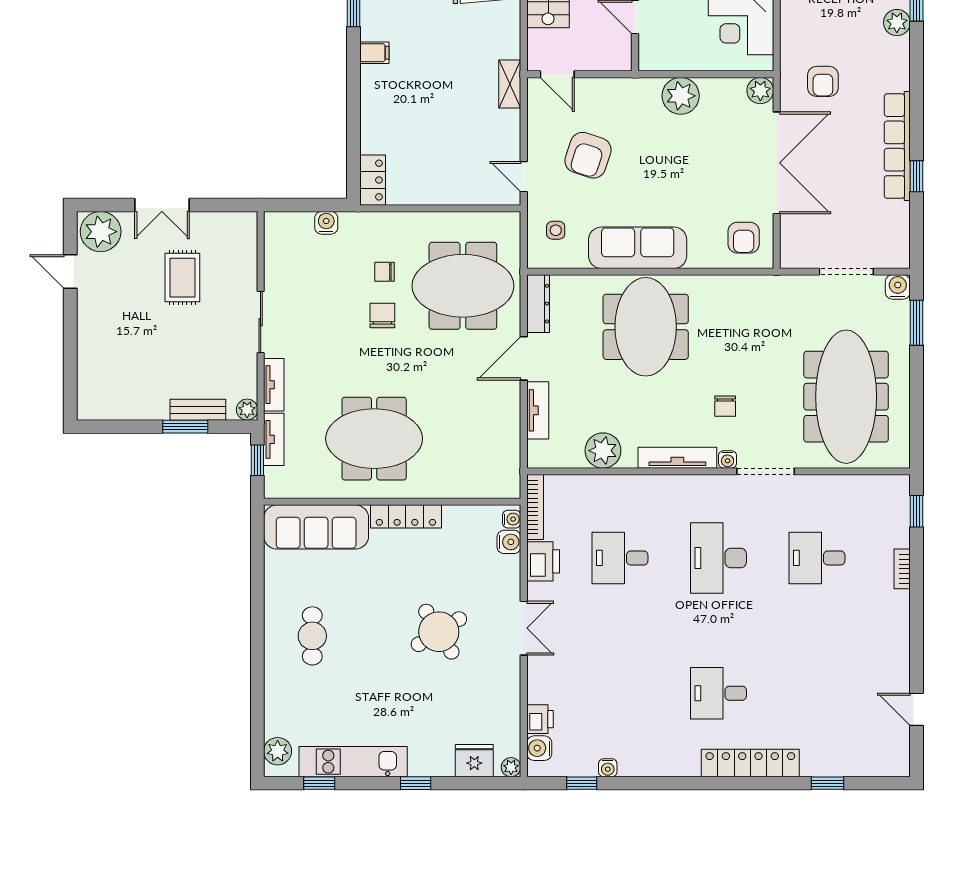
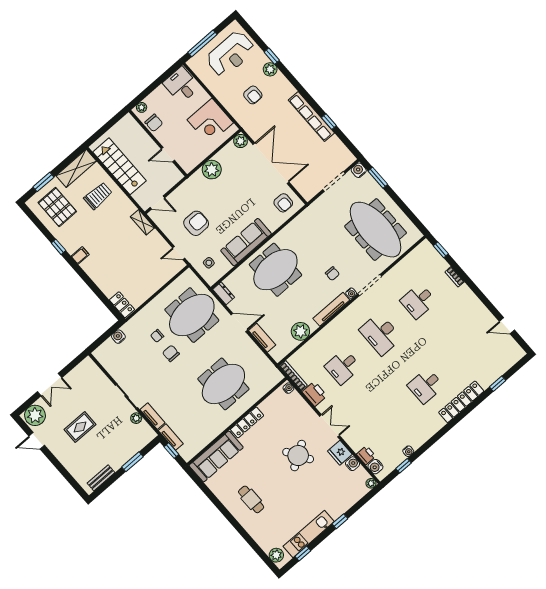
armchair: (823, 81) -> (253, 95), moved
armchair: (588, 155) -> (196, 223), turned -108
rug: (182, 278) -> (80, 427), moved, turned 90
dresser: (538, 304) -> (224, 293), width x0.70
meeting table: (646, 327) -> (275, 270), turned 90
door: (524, 358) -> (239, 323), swing flipped
bench: (198, 410) -> (101, 478), moved
plant: (247, 410) -> (136, 418), moved
meeting table: (374, 439) -> (223, 384), moved
water cooler: (509, 542) -> (352, 464), moved
fridge: (474, 761) -> (340, 453), moved, turned -90

